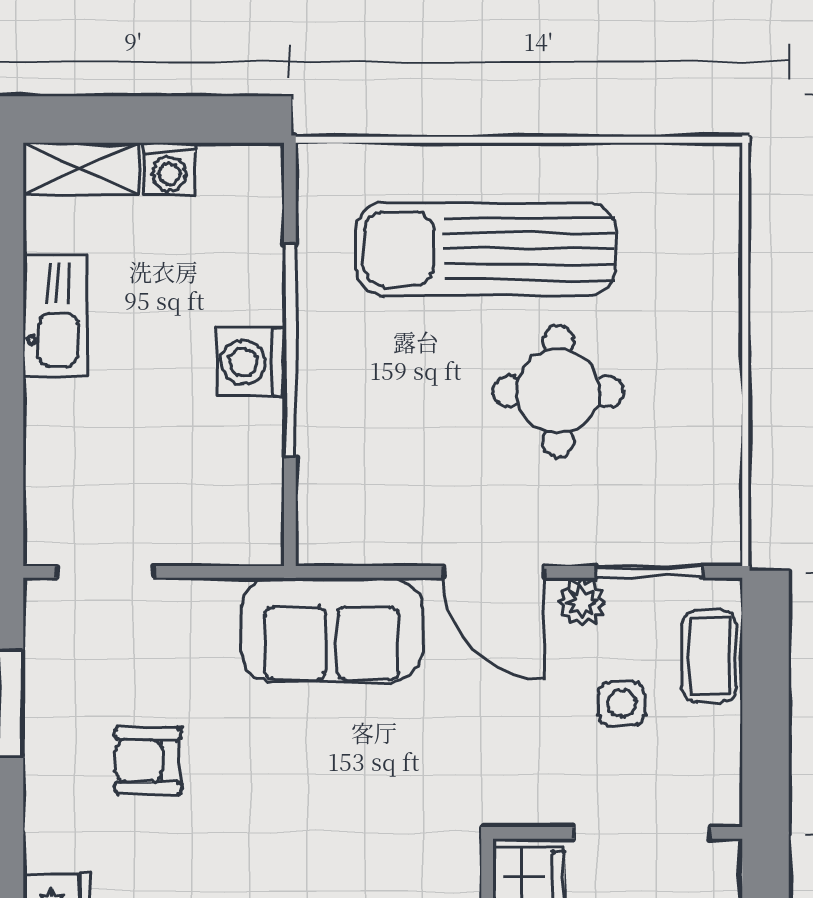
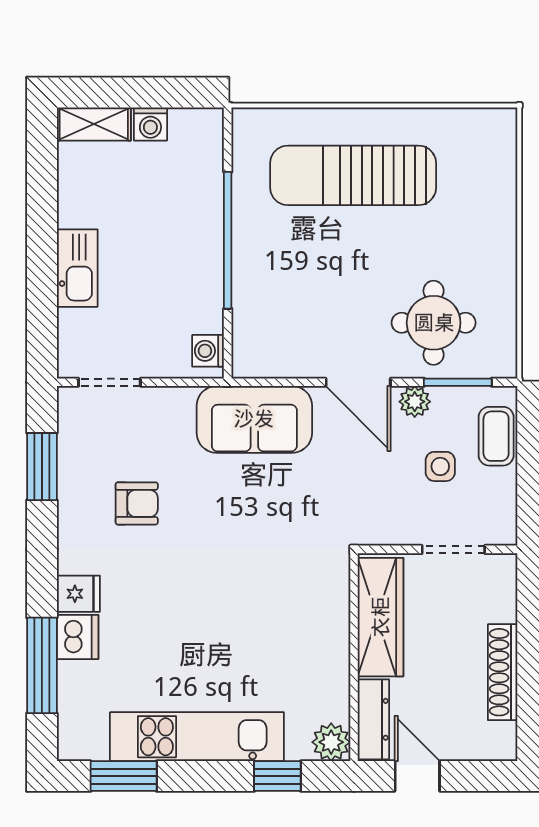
kitchen sink: (55, 316) -> (77, 268), moved
washing machine: (250, 362) -> (208, 351), moved, width x0.73, depth x0.73
round table: (558, 391) -> (434, 323), moved
armchair: (148, 761) -> (137, 503), turned 180
doorway: (642, 833) -> (453, 549), width x0.73

